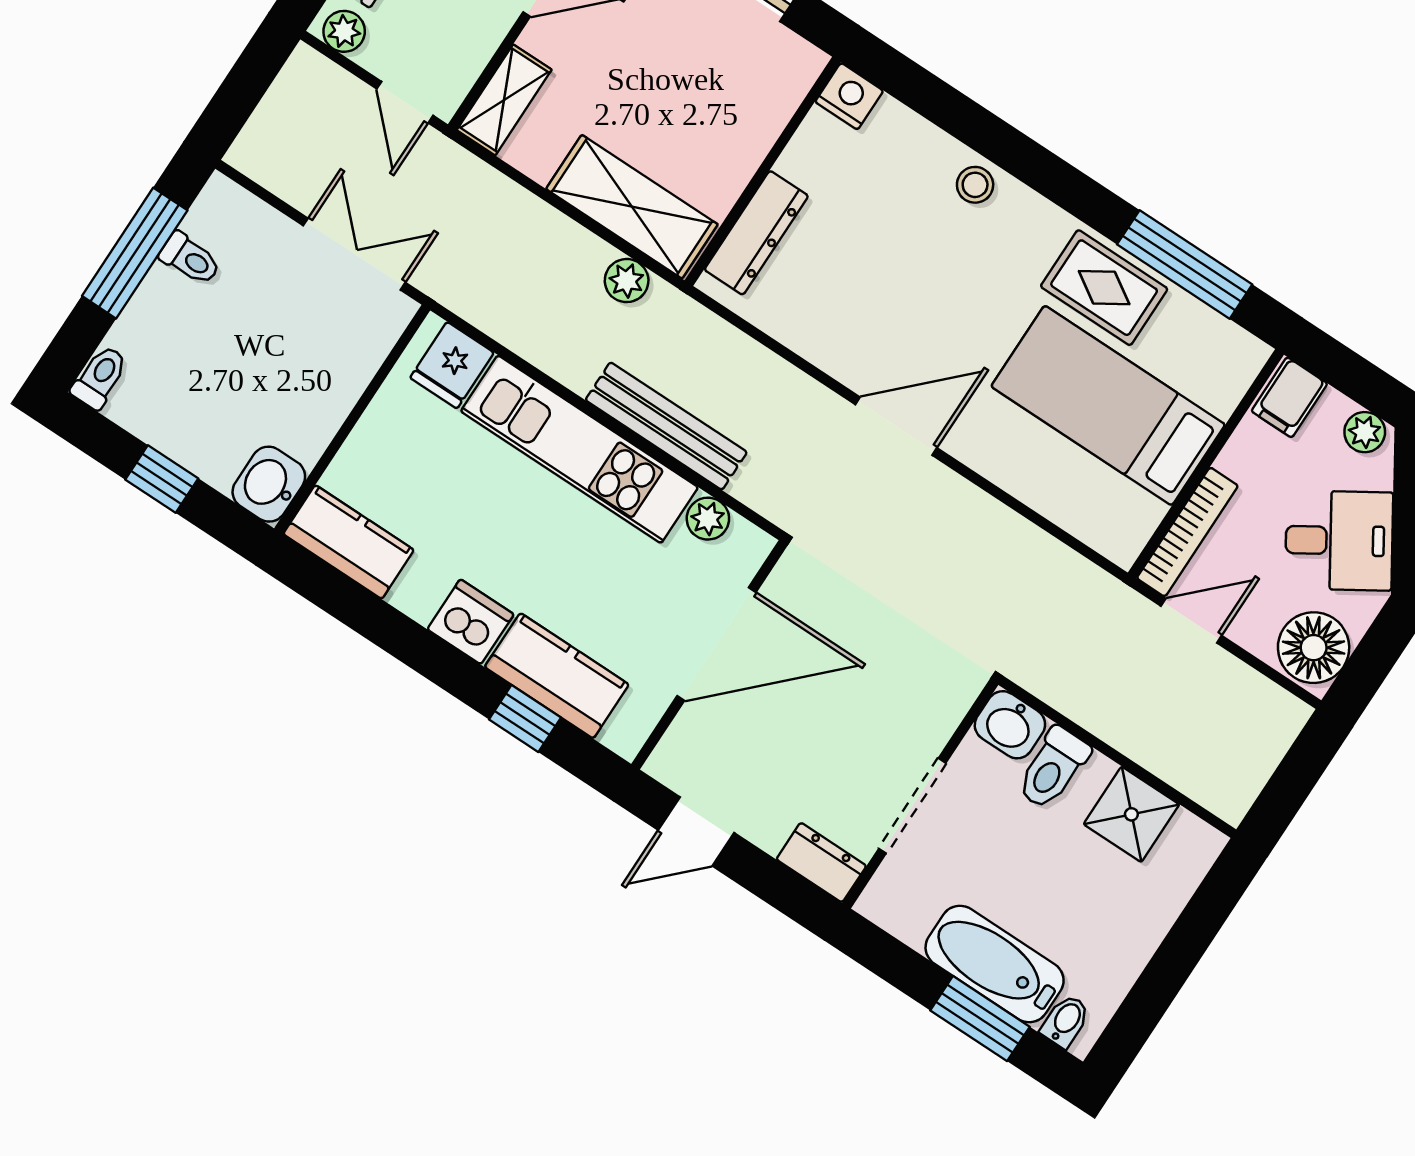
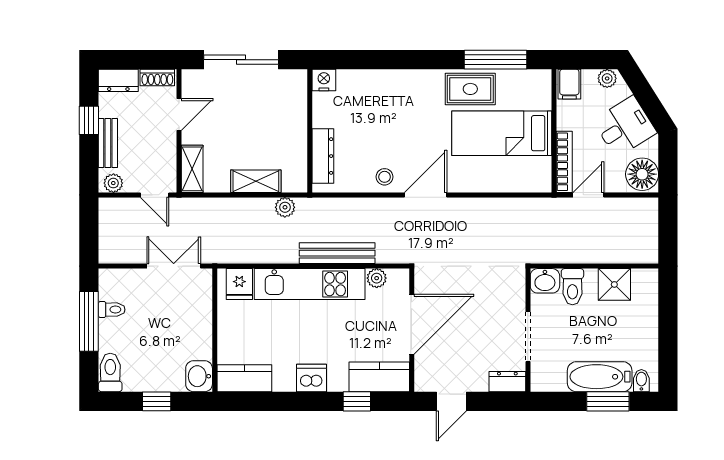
stool: (975, 185) -> (385, 177), moved
shelving: (632, 207) -> (256, 181), width x0.67, depth x0.75
toilet: (100, 377) -> (110, 373), width x1.37, depth x1.39
kitchen counter: (557, 676) -> (379, 377), moved

